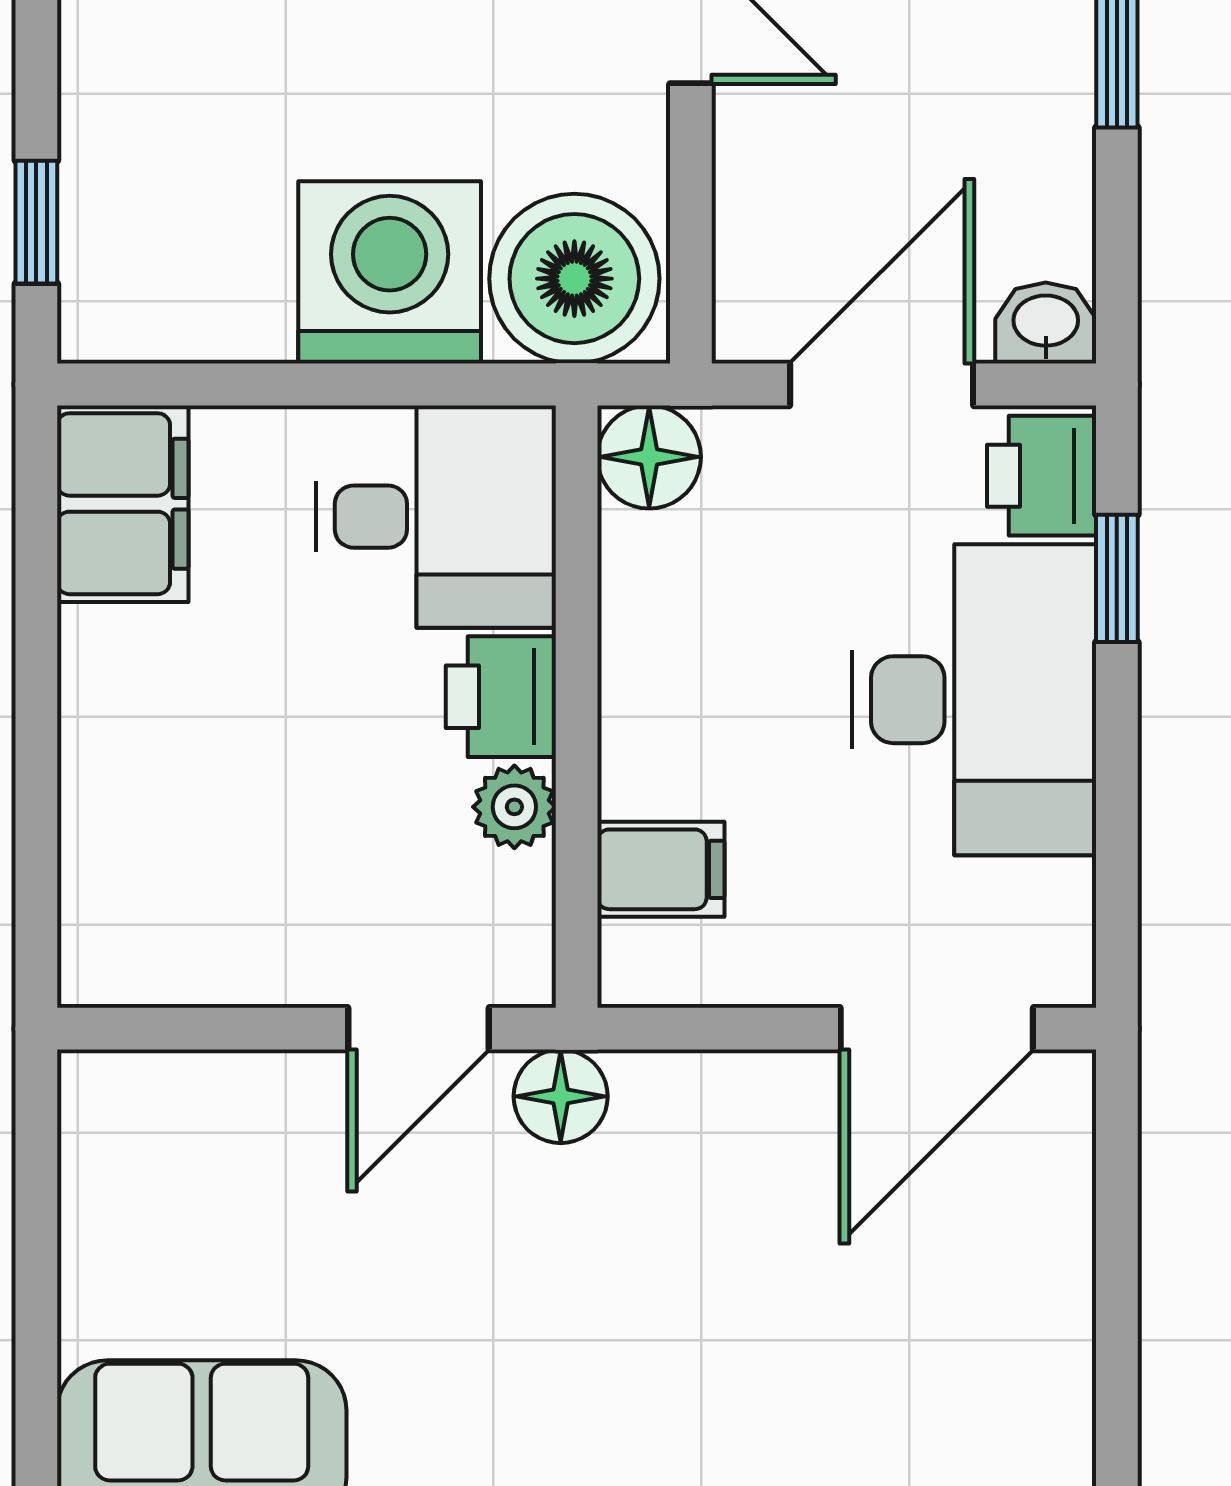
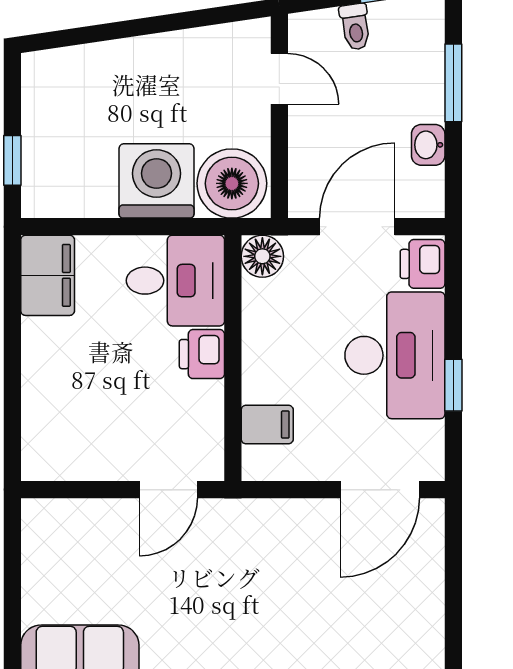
washbasin: (1046, 323) -> (428, 145), moved, turned -90
window: (1117, 578) -> (453, 385), moved
plant: (514, 807) -> (207, 399), removed
floor lamp: (561, 1096) -> (226, 517), removed

